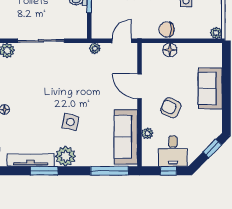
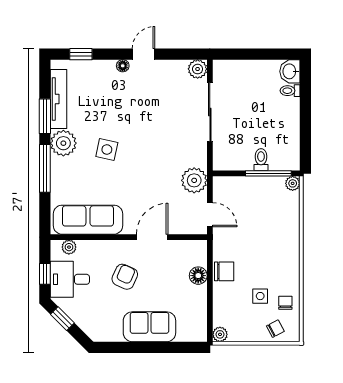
chair: (167, 29) -> (224, 271), turned 90
plant: (95, 48) -> (194, 180), width x1.87, depth x1.87
plant: (147, 133) -> (69, 247), moved
window: (212, 149) -> (62, 319), moved
window: (109, 171) -> (45, 168), moved

